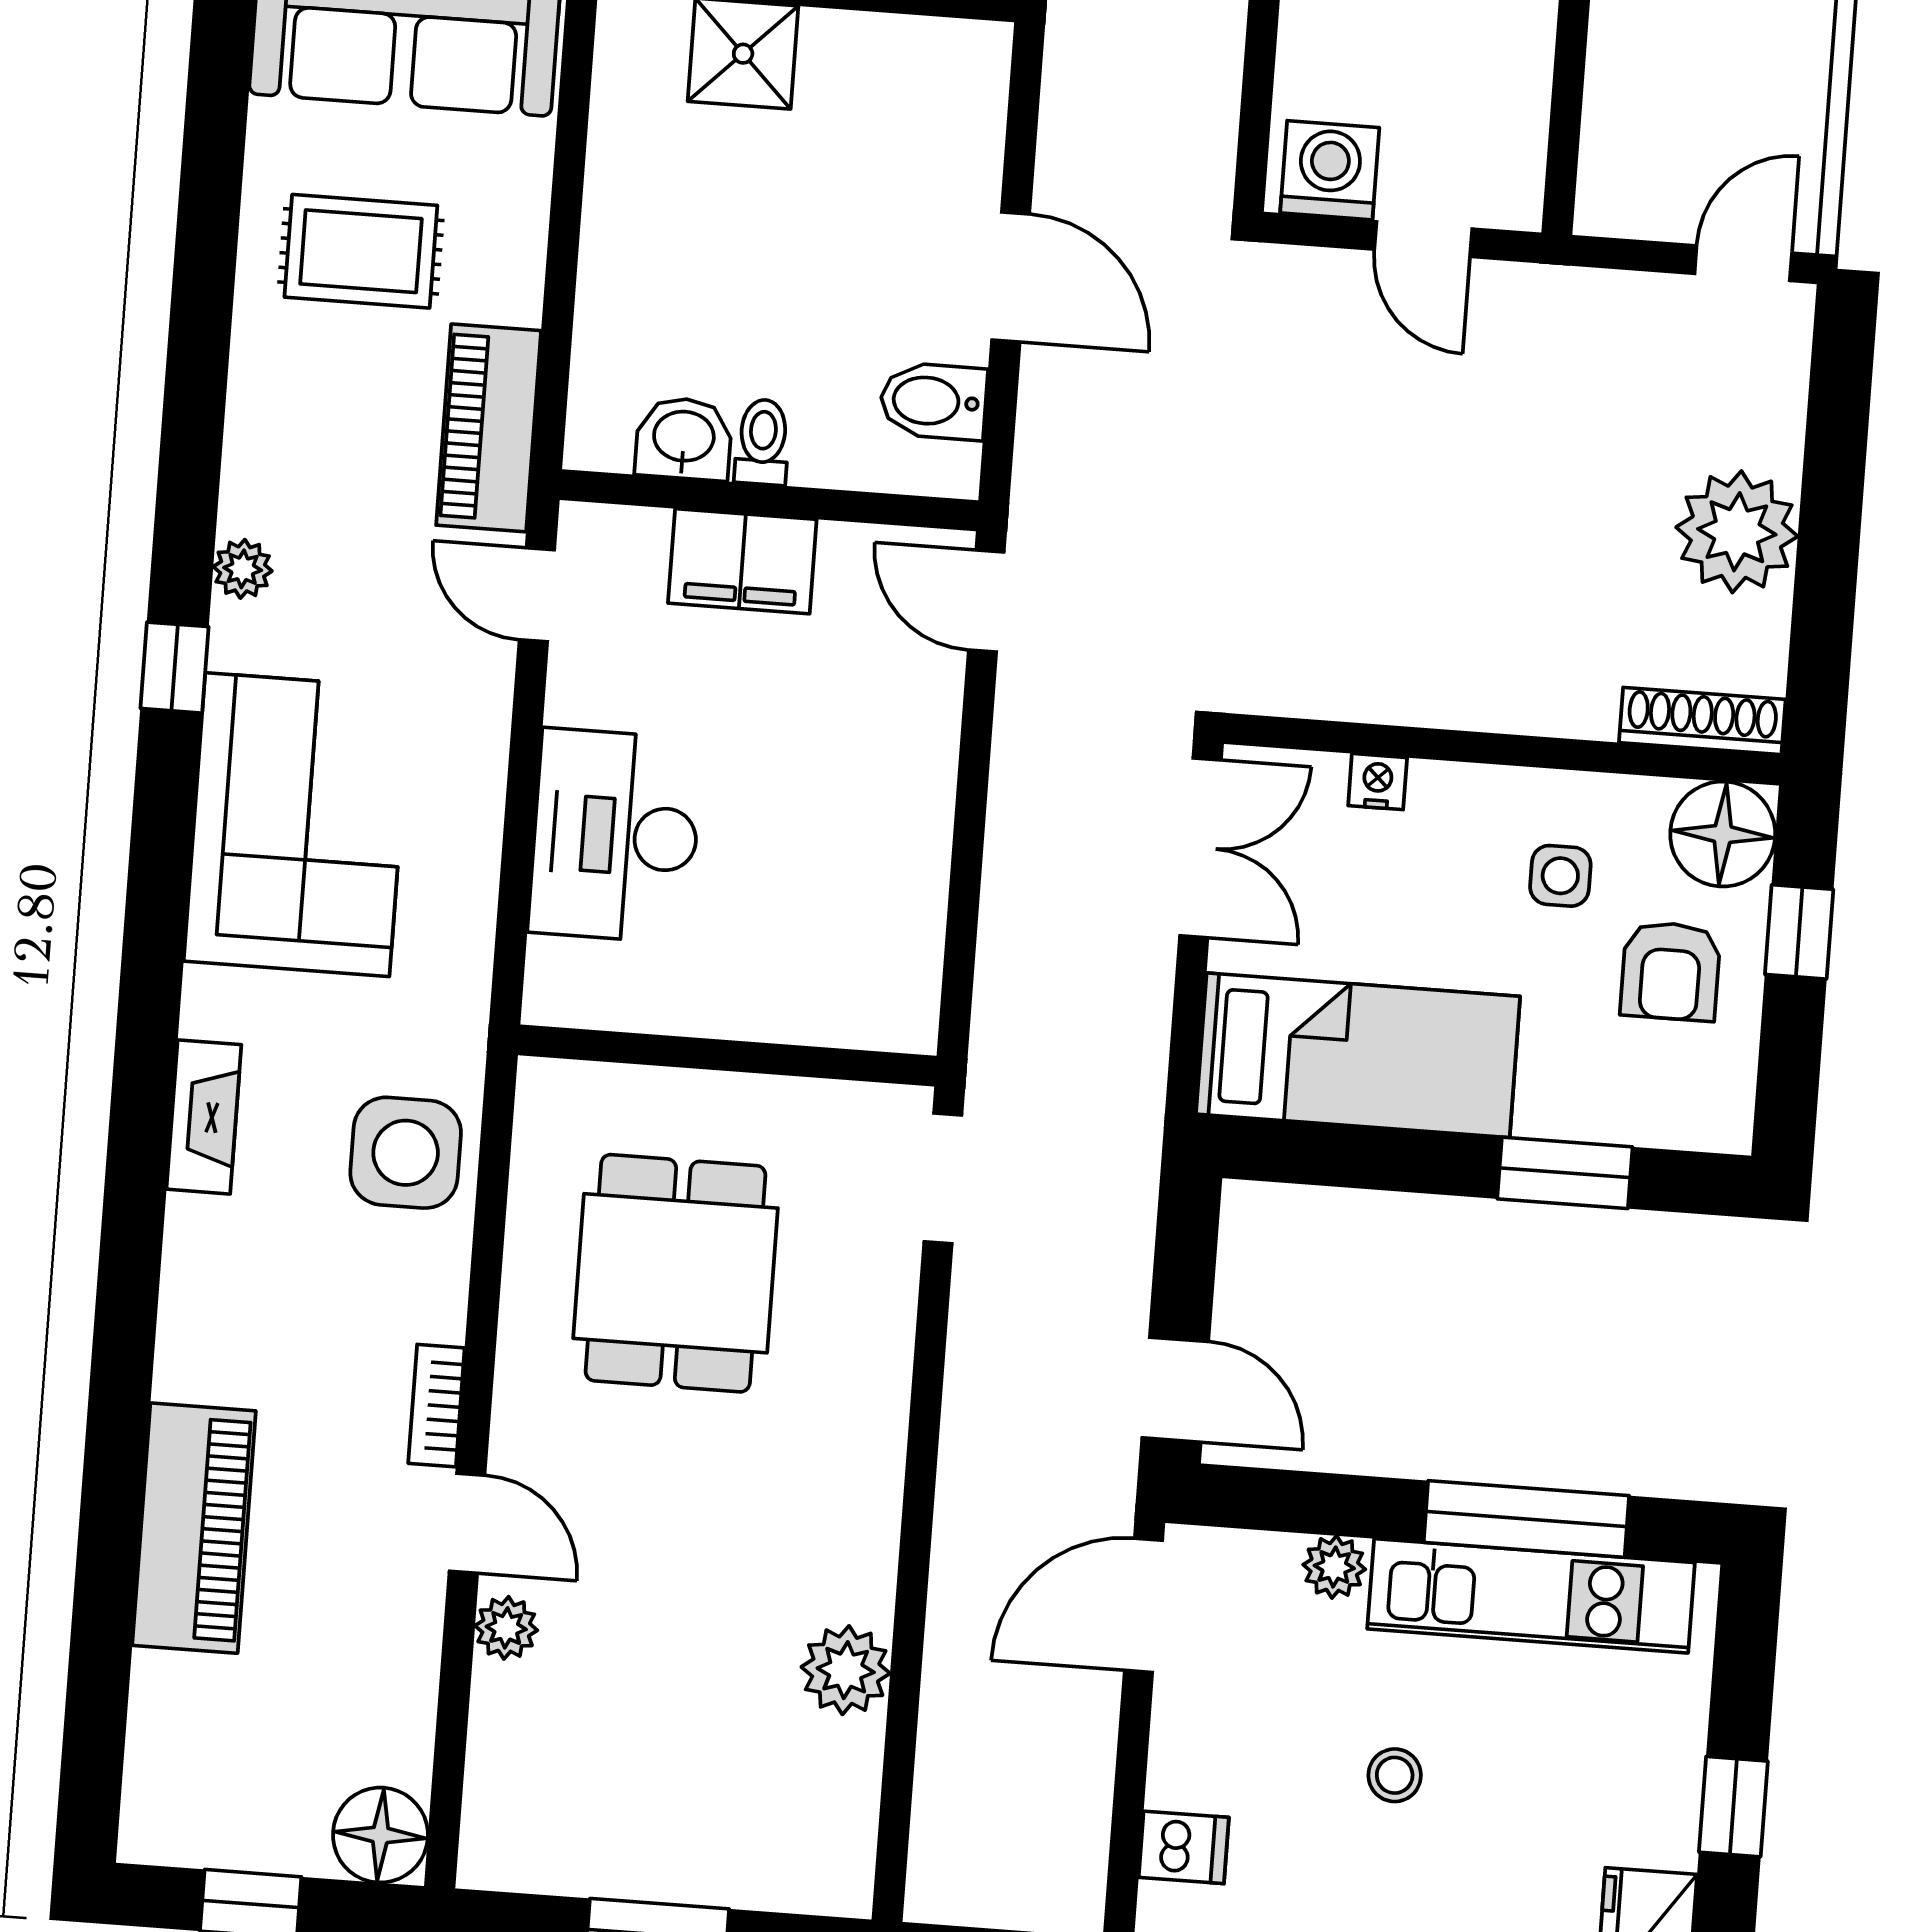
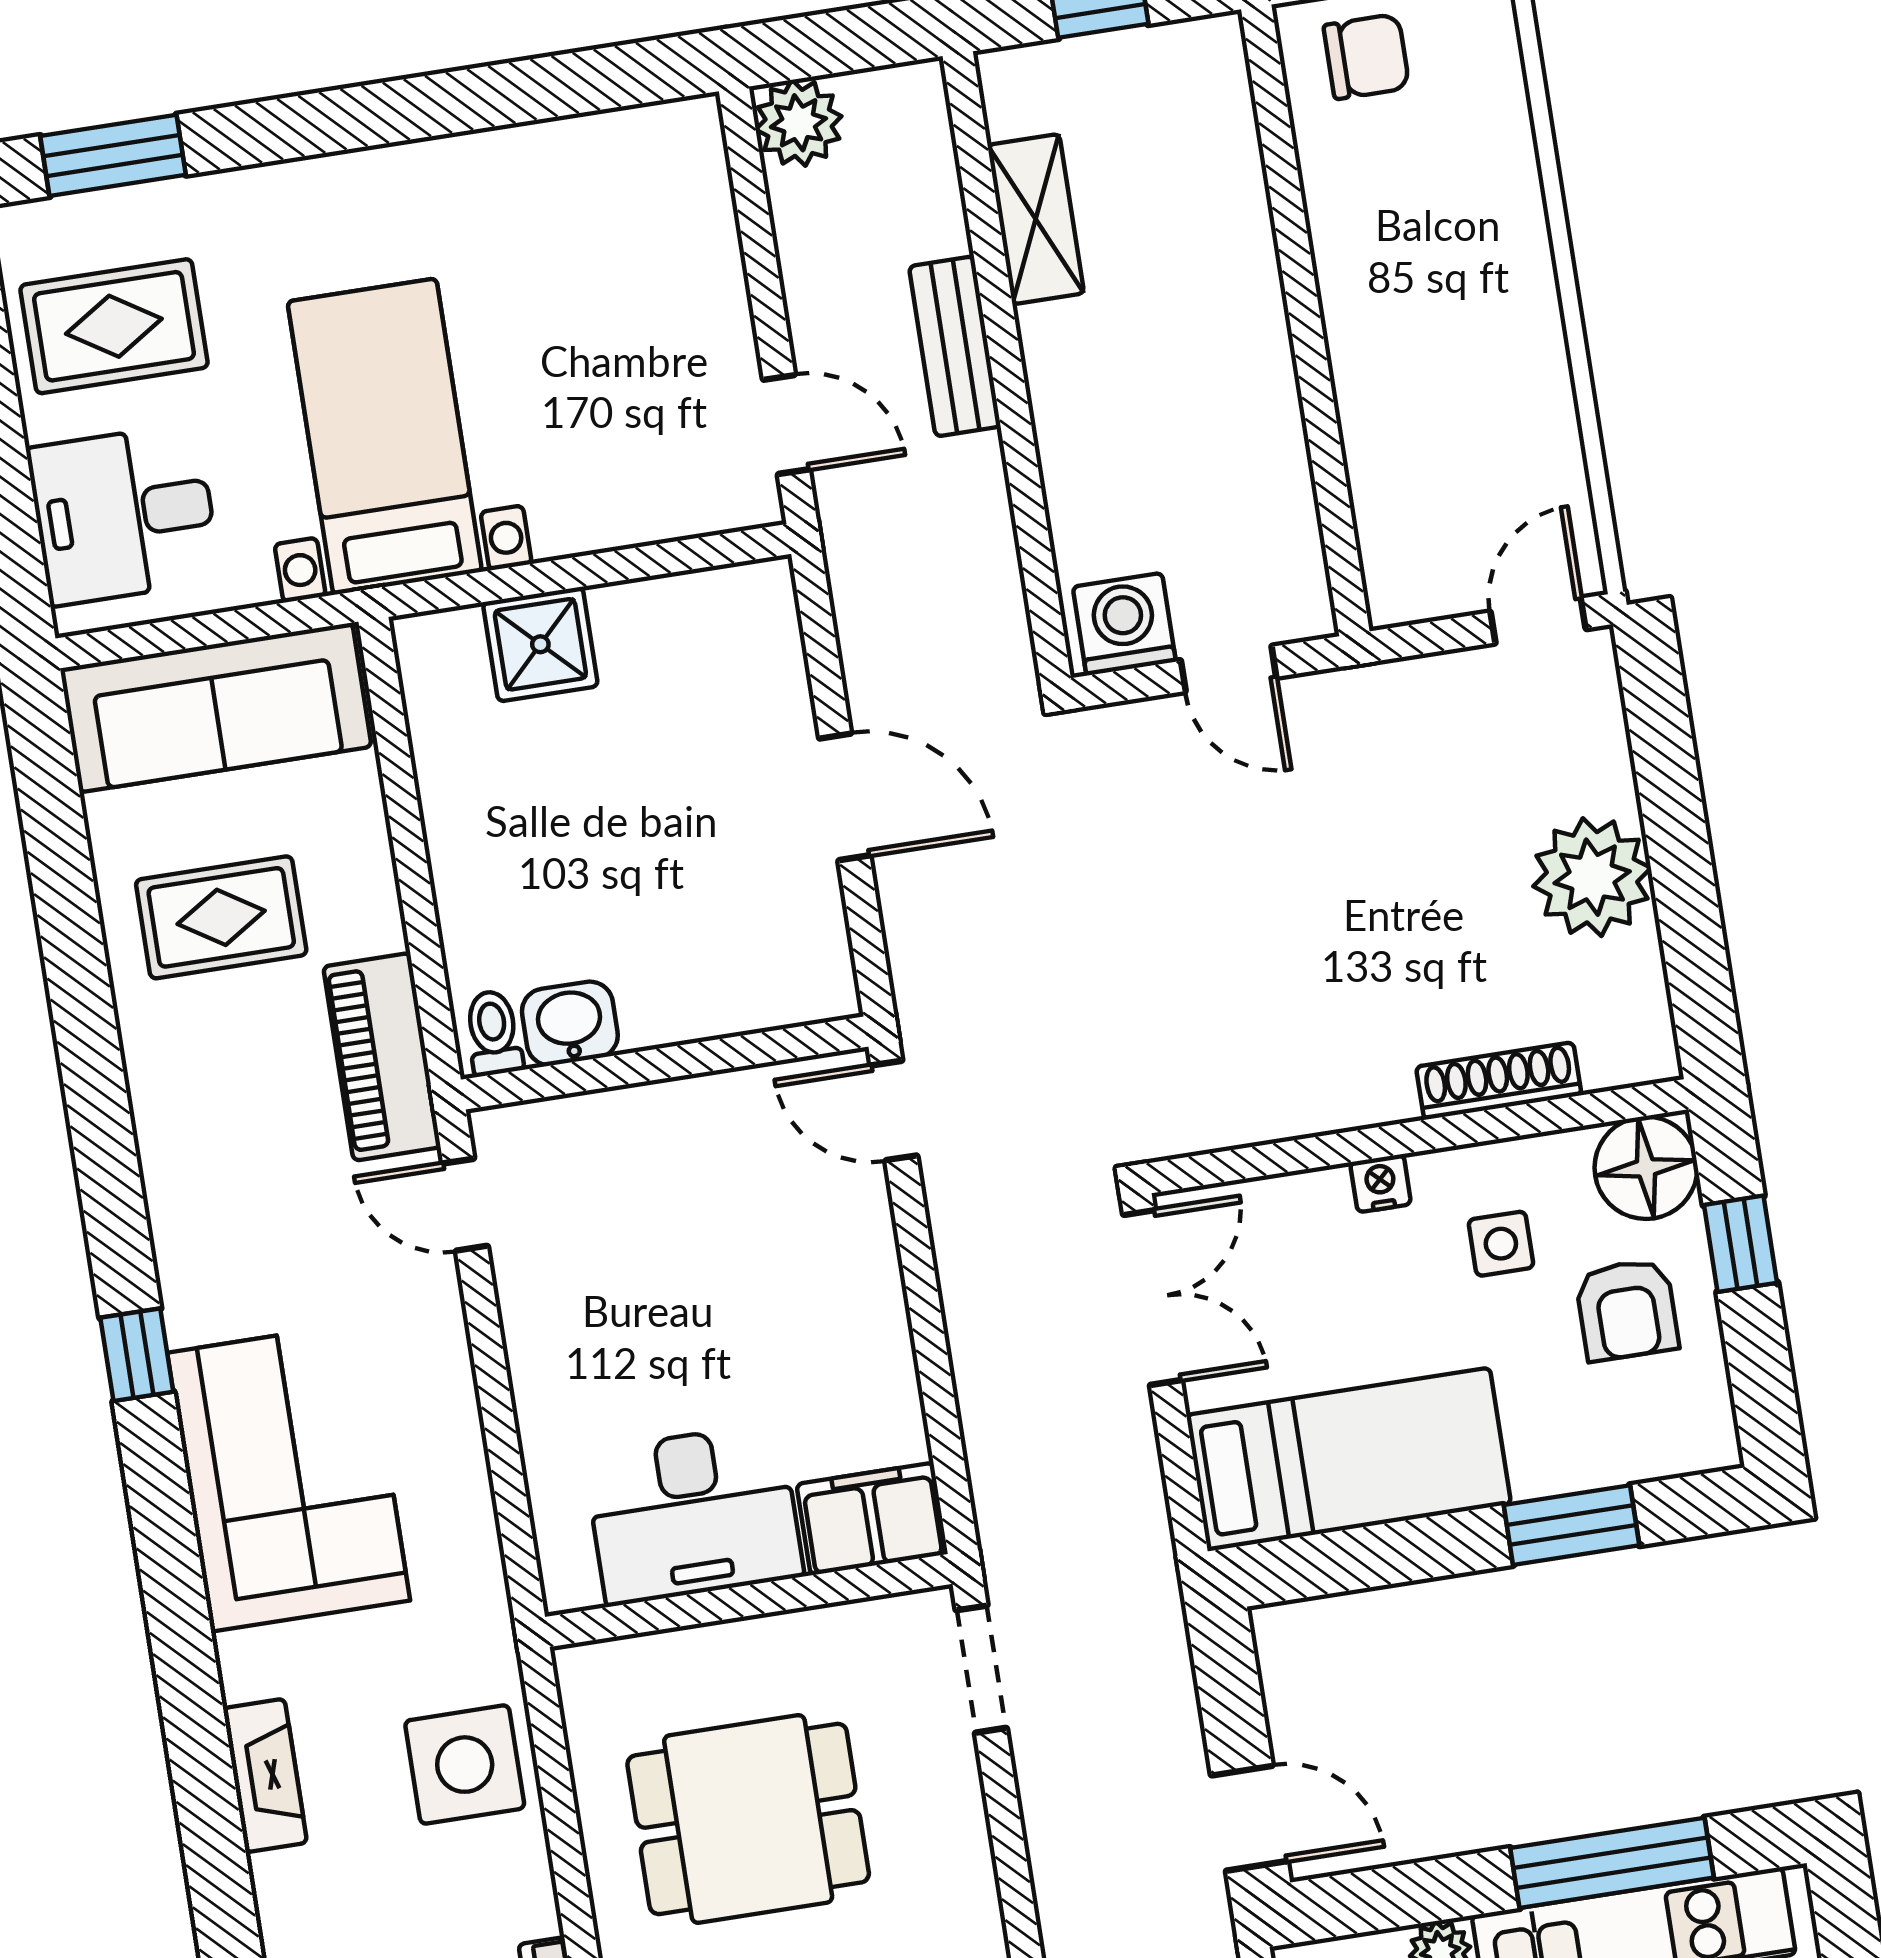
bidet: (933, 401) -> (799, 932), removed
toilet: (763, 442) -> (493, 1033), moved
filing cabinet: (742, 561) -> (872, 1519), moved, turned 180
plant: (243, 569) -> (179, 1246), removed
shoe rack: (1702, 721) -> (1499, 1081), moved
nightstand: (1378, 782) -> (1381, 1183), moved
desk: (615, 836) -> (693, 1514), moved, turned -90
dining table: (675, 1273) -> (748, 1819), turned 90

